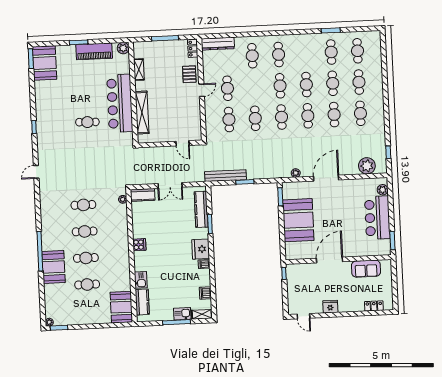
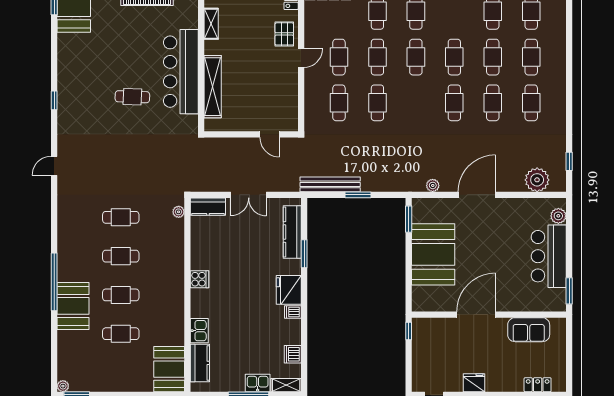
cafe table: (282, 117) -> (377, 57), moved

